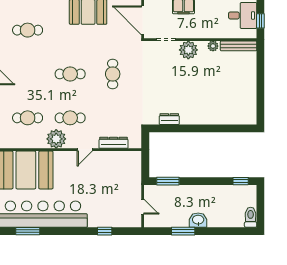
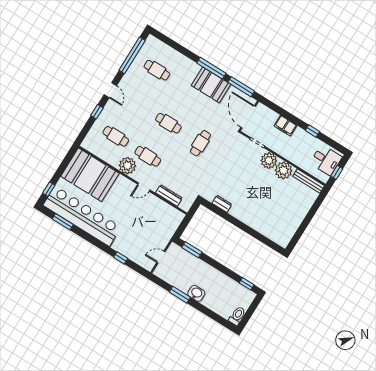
plant: (213, 46) -> (284, 170), width x1.88, depth x1.88
door: (143, 207) -> (161, 257), swing flipped

